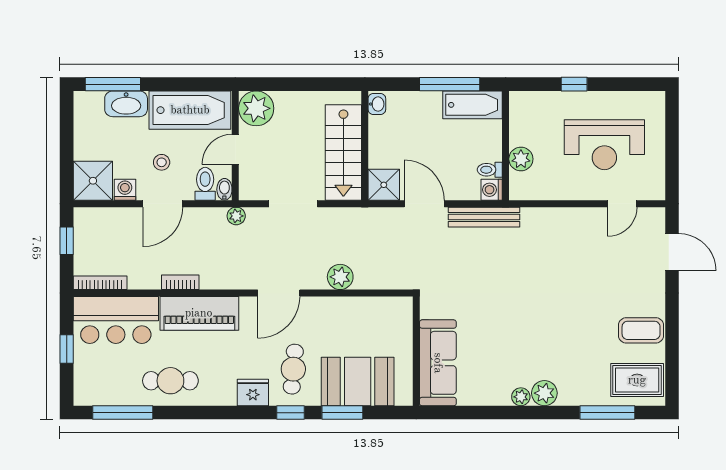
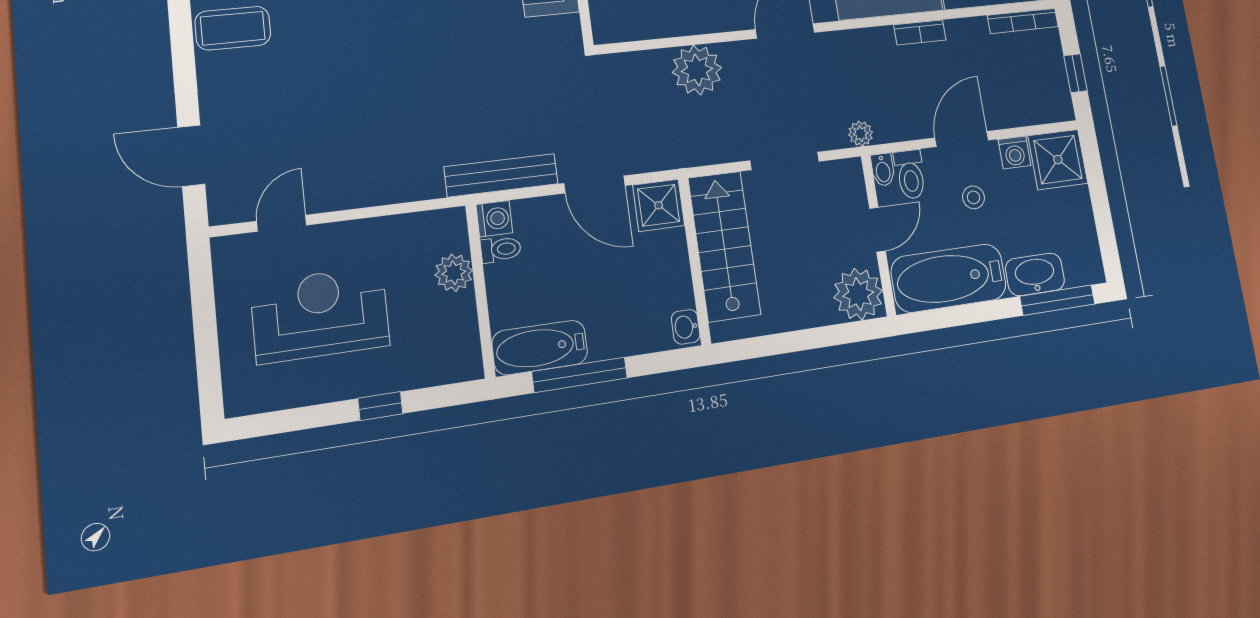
plant: (340, 277) -> (697, 70), width x1.36, depth x1.36

